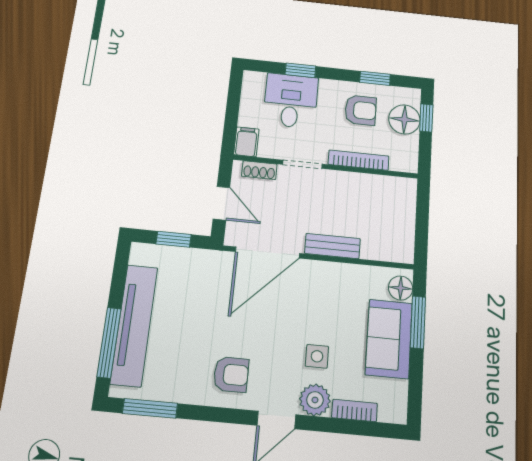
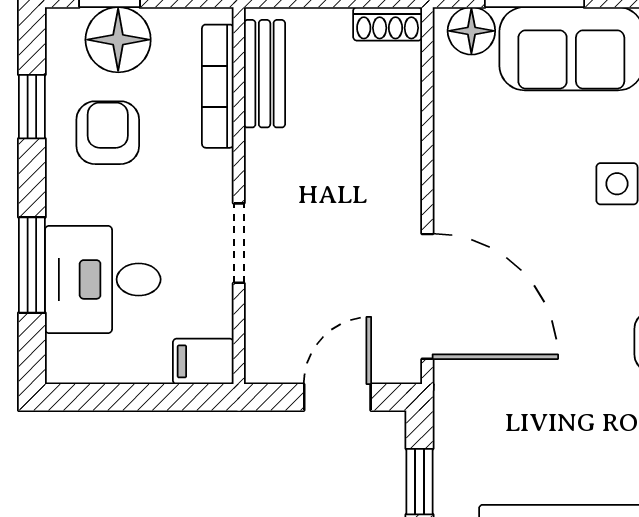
window: (300, 70) -> (32, 265), width x1.50
bookcase: (358, 160) -> (218, 86), moved
shoe rack: (259, 170) -> (388, 24), moved, turned 90
bench: (332, 246) -> (265, 74), moved

